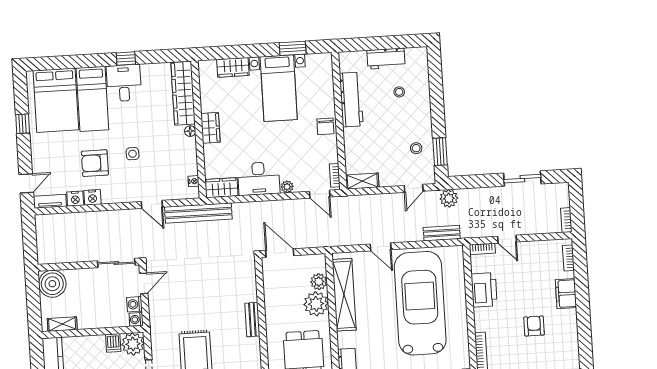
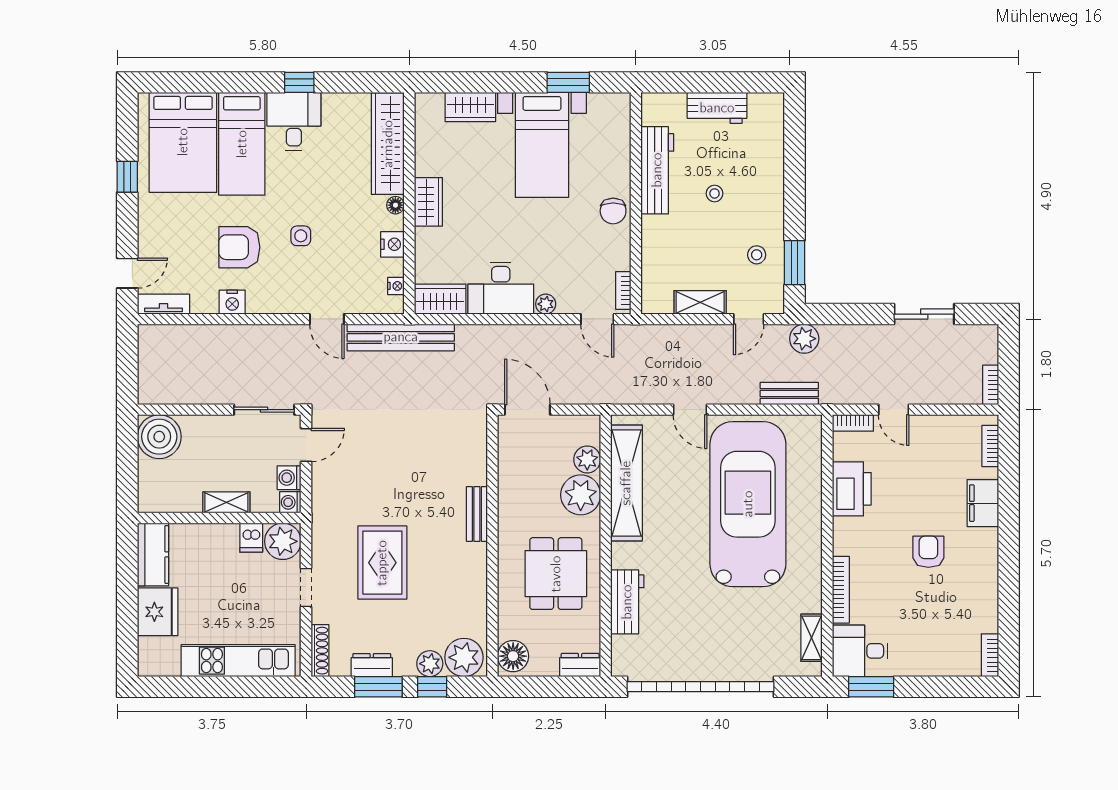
stool: (399, 92) -> (715, 193), moved
shelving: (362, 181) -> (700, 302), moved
nightstand: (75, 199) -> (392, 244), moved, turned -90
shelving: (62, 324) -> (226, 502), moved

